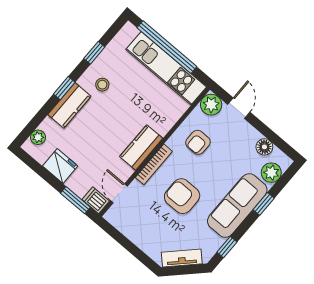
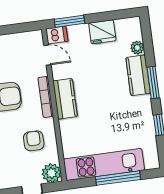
window: (167, 47) -> (118, 178), width x0.68
stool: (102, 85) -> (132, 111), removed
window: (64, 88) -> (153, 82), width x1.50
plant: (38, 137) -> (137, 48), moved

